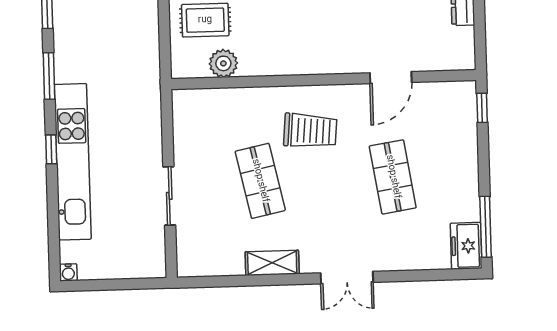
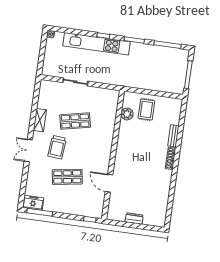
trolley: (310, 131) -> (57, 147), moved

